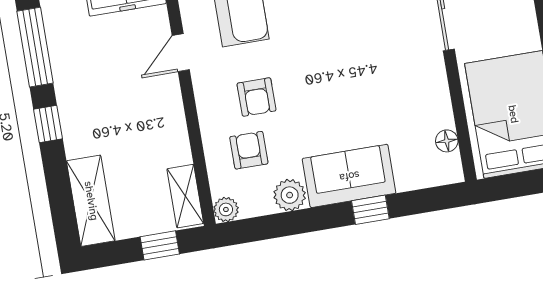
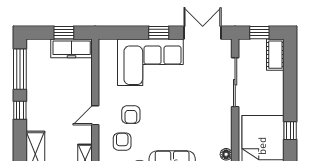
door: (181, 53) -> (95, 115), moved

